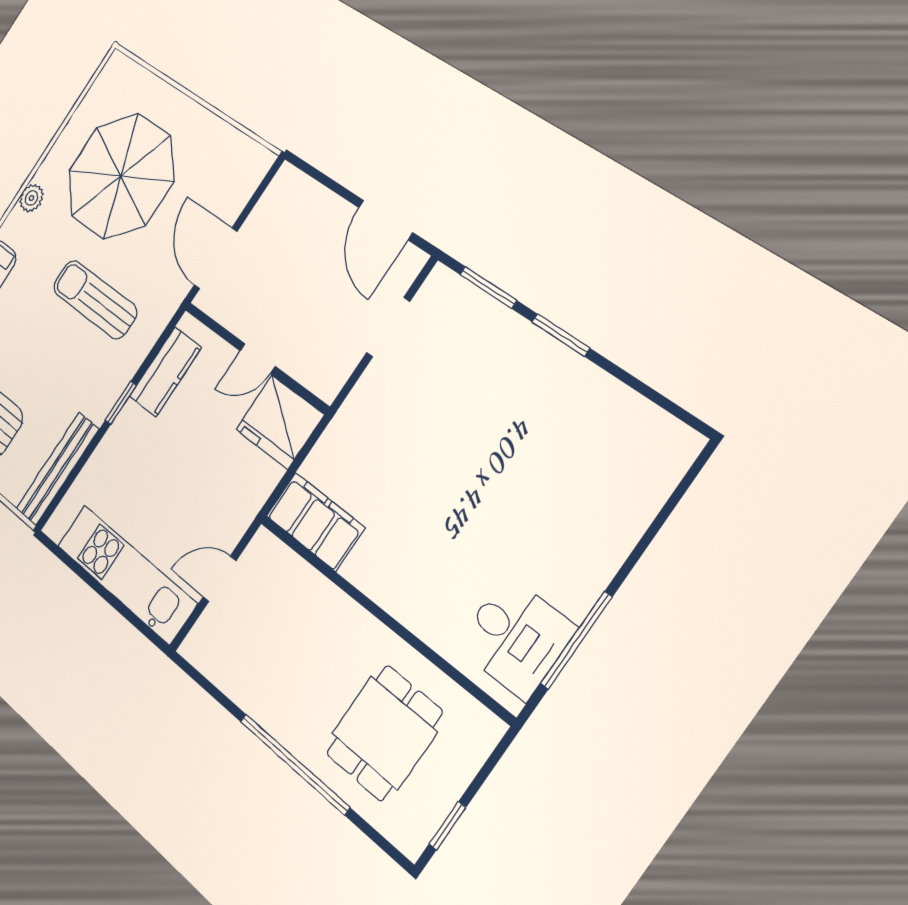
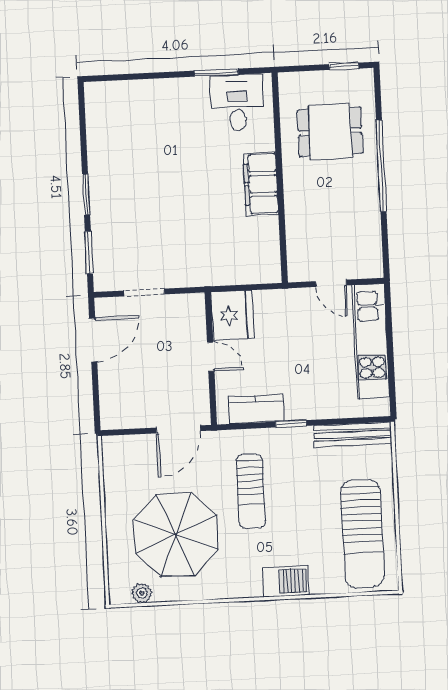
plant: (31, 198) -> (142, 593), moved
filing cabinet: (315, 522) -> (261, 184), moved
window: (576, 640) -> (216, 73), width x0.69

